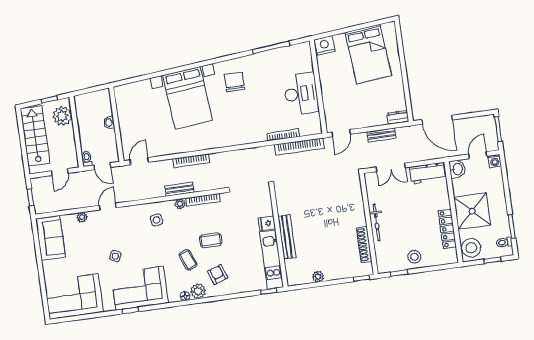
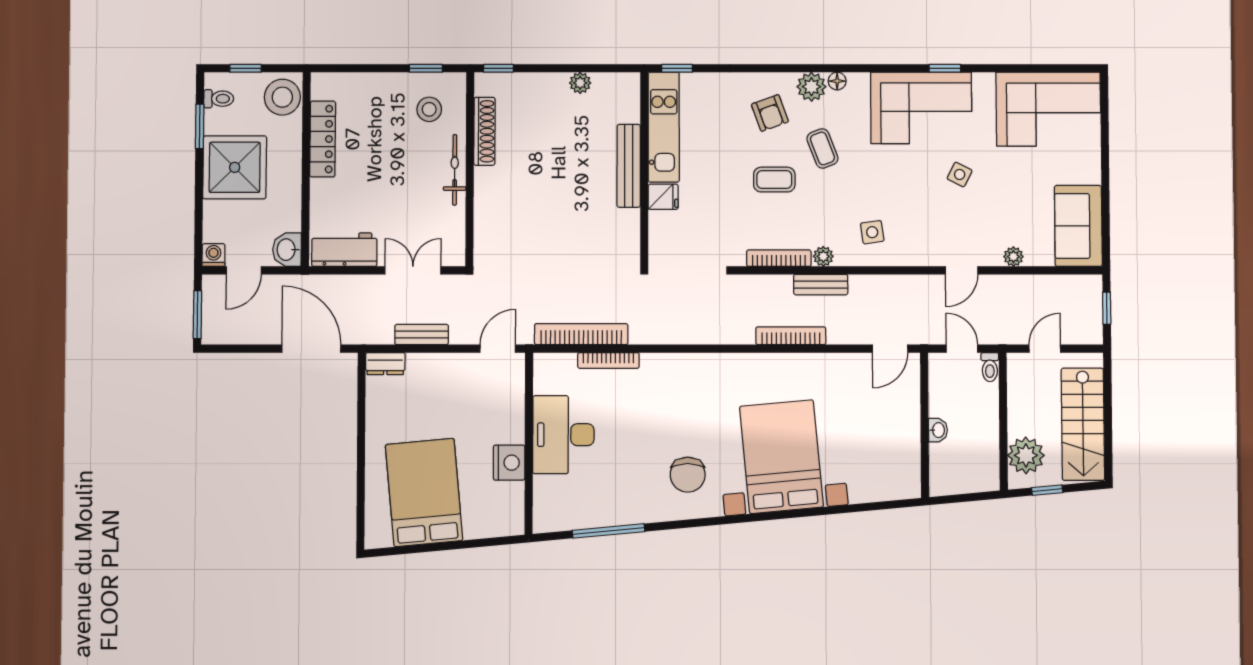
nightstand: (325, 45) -> (509, 463), moved, turned -85
shower: (472, 211) -> (235, 167), moved
stool: (414, 257) -> (429, 109), moved

